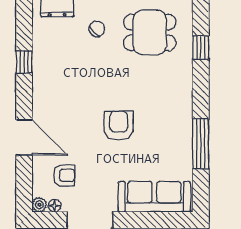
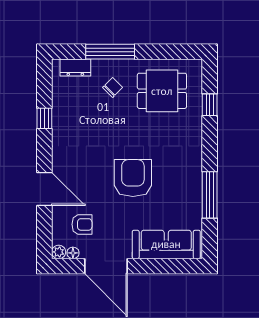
armchair: (119, 126) -> (133, 178), width x1.36, depth x1.36

